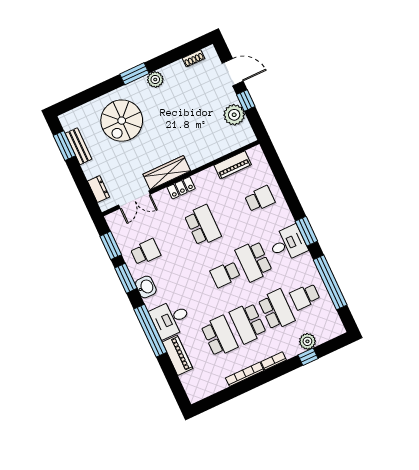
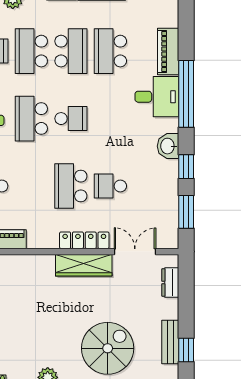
window: (64, 146) -> (186, 350), width x0.67
locker: (181, 188) -> (84, 240), width x1.53
school desk: (146, 252) -> (110, 186), moved
school desk: (254, 261) -> (31, 119), turned 180
window: (126, 278) -> (186, 167), width x0.67

